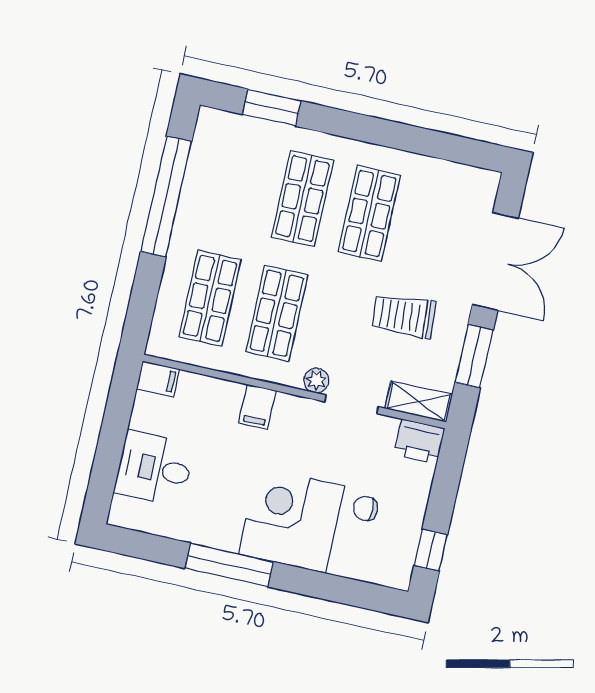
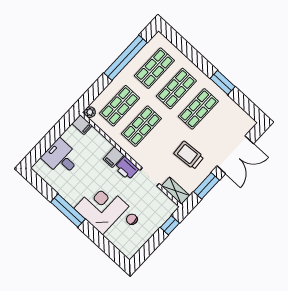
window: (272, 108) -> (223, 83), moved
shop shelf: (236, 184) -> (154, 68), added
plant: (316, 380) -> (90, 112), moved
printer: (419, 441) -> (127, 168), moved
window: (431, 550) -> (170, 225), moved

